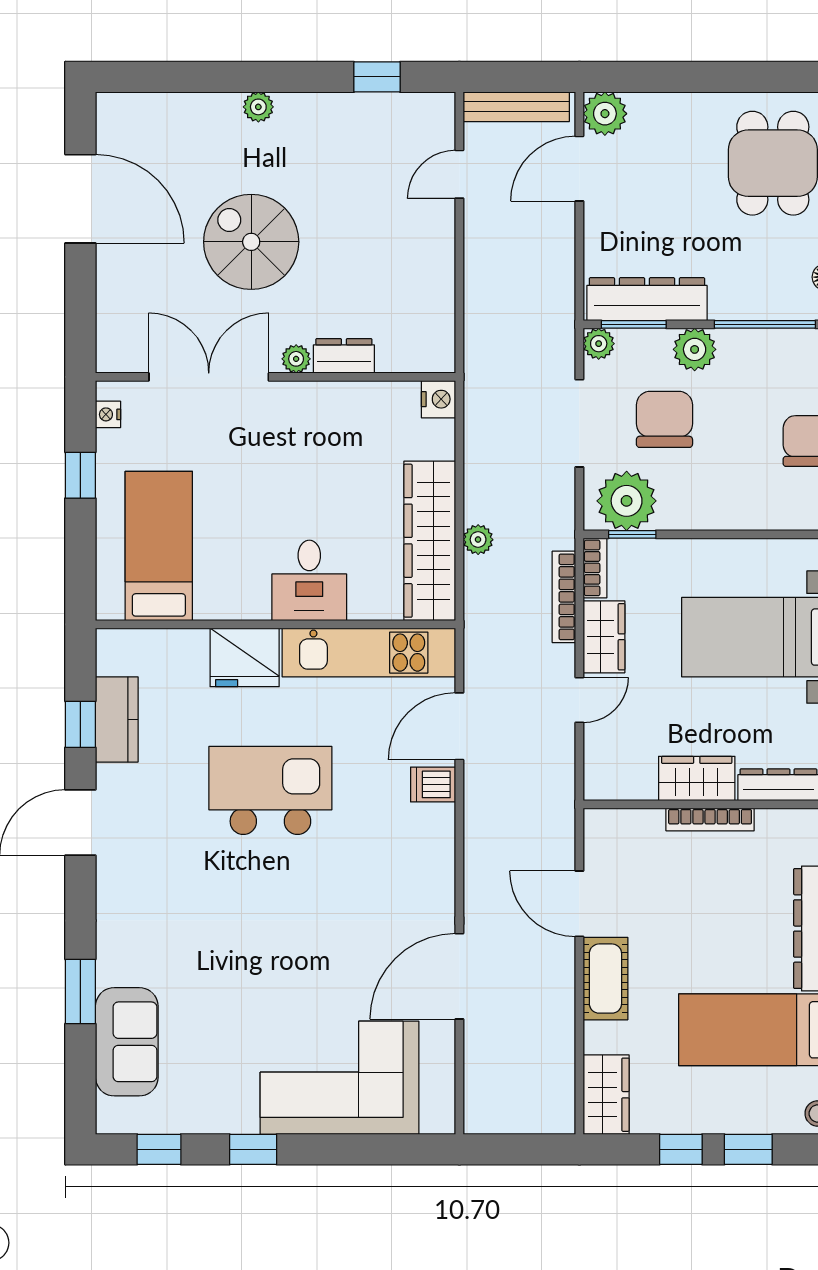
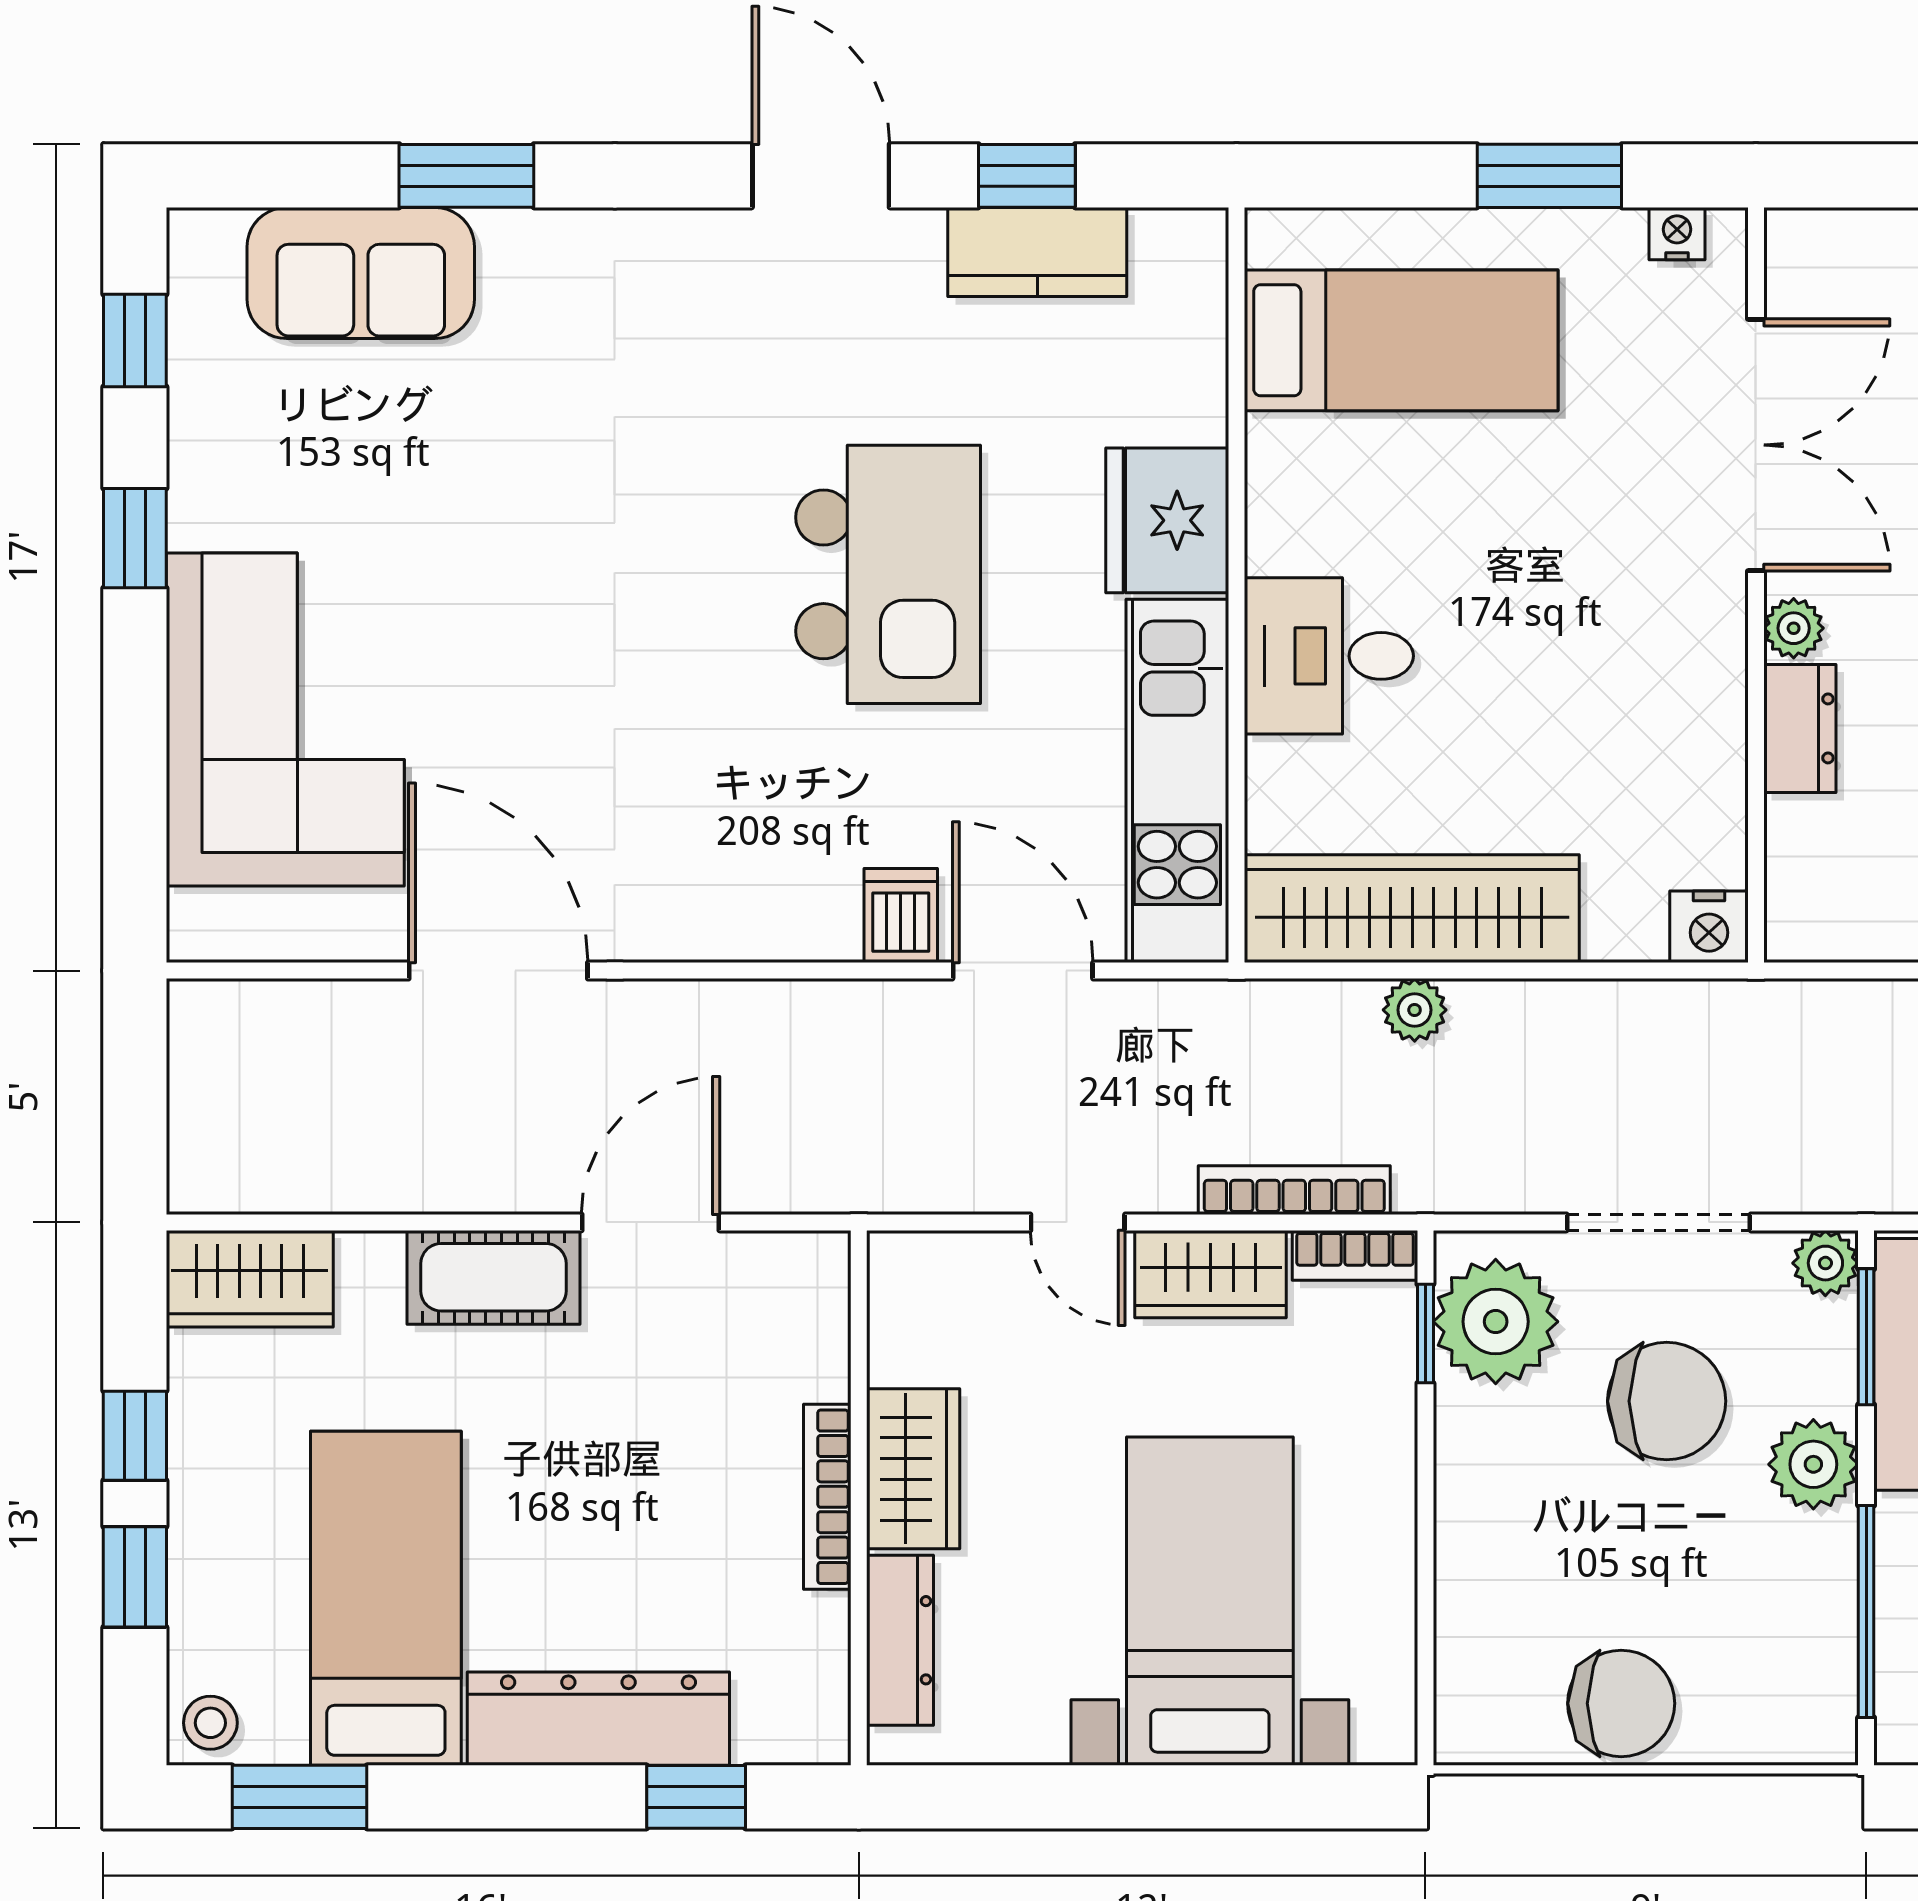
window: (80, 475) -> (1549, 176), width x1.50

